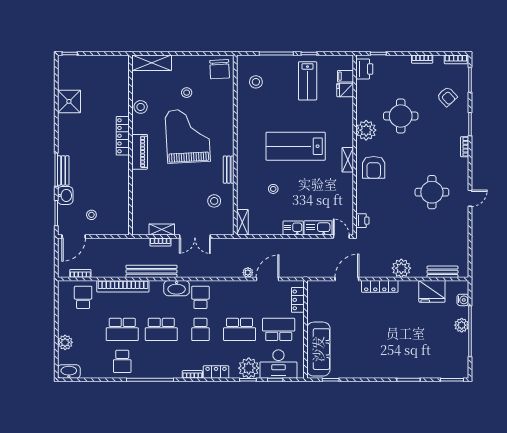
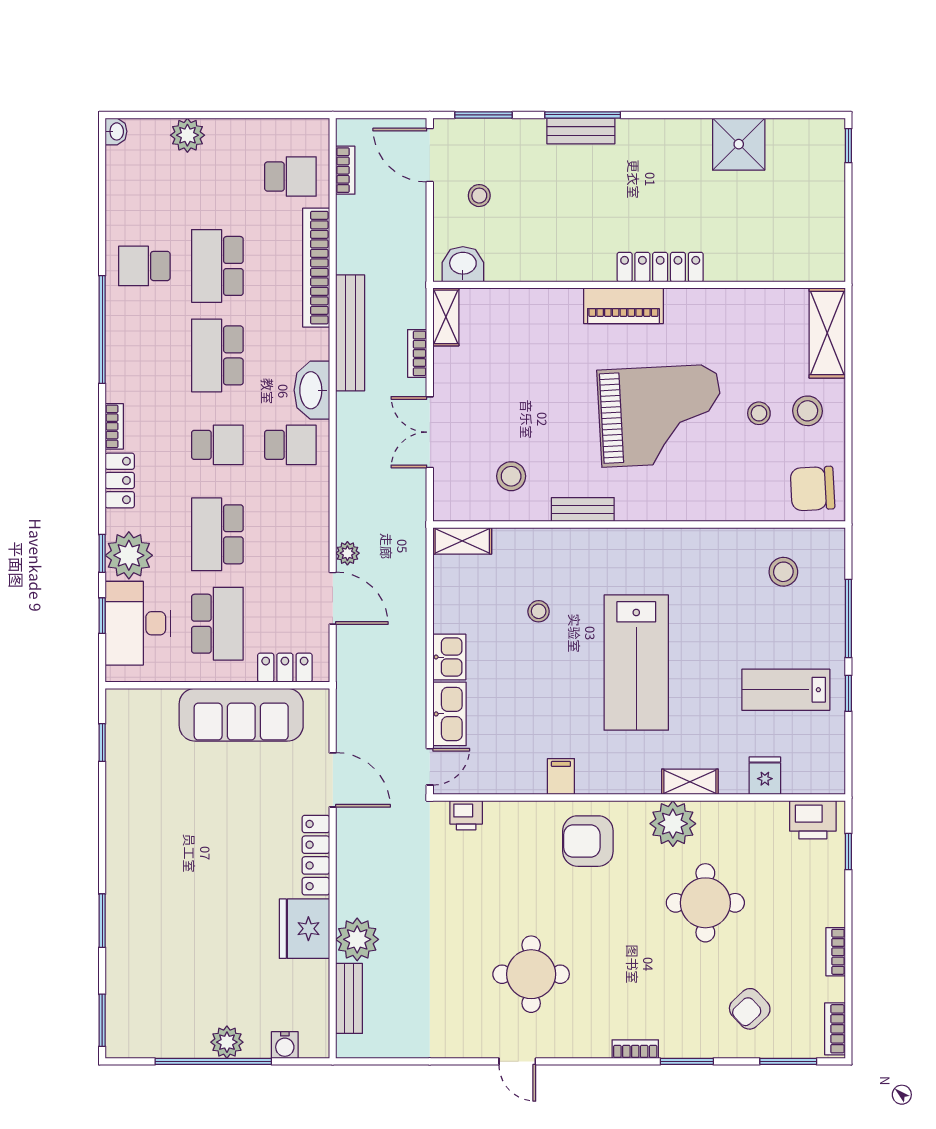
filing cabinet: (345, 76) -> (561, 777), moved
stool: (141, 107) -> (808, 411), moved
lab bench: (296, 146) -> (636, 663), turned 180
shelving: (348, 160) -> (690, 782), moved
washbasin: (65, 195) -> (463, 264), moved, turned 180
shelving: (162, 230) -> (446, 317), moved
plant: (401, 268) -> (357, 939), moved
fridge: (432, 291) -> (304, 929), moved
school desk: (200, 329) -> (217, 445), turned 180
sofa: (318, 349) -> (241, 715), moved
washbasin: (69, 372) -> (116, 131), width x0.52, depth x0.69

